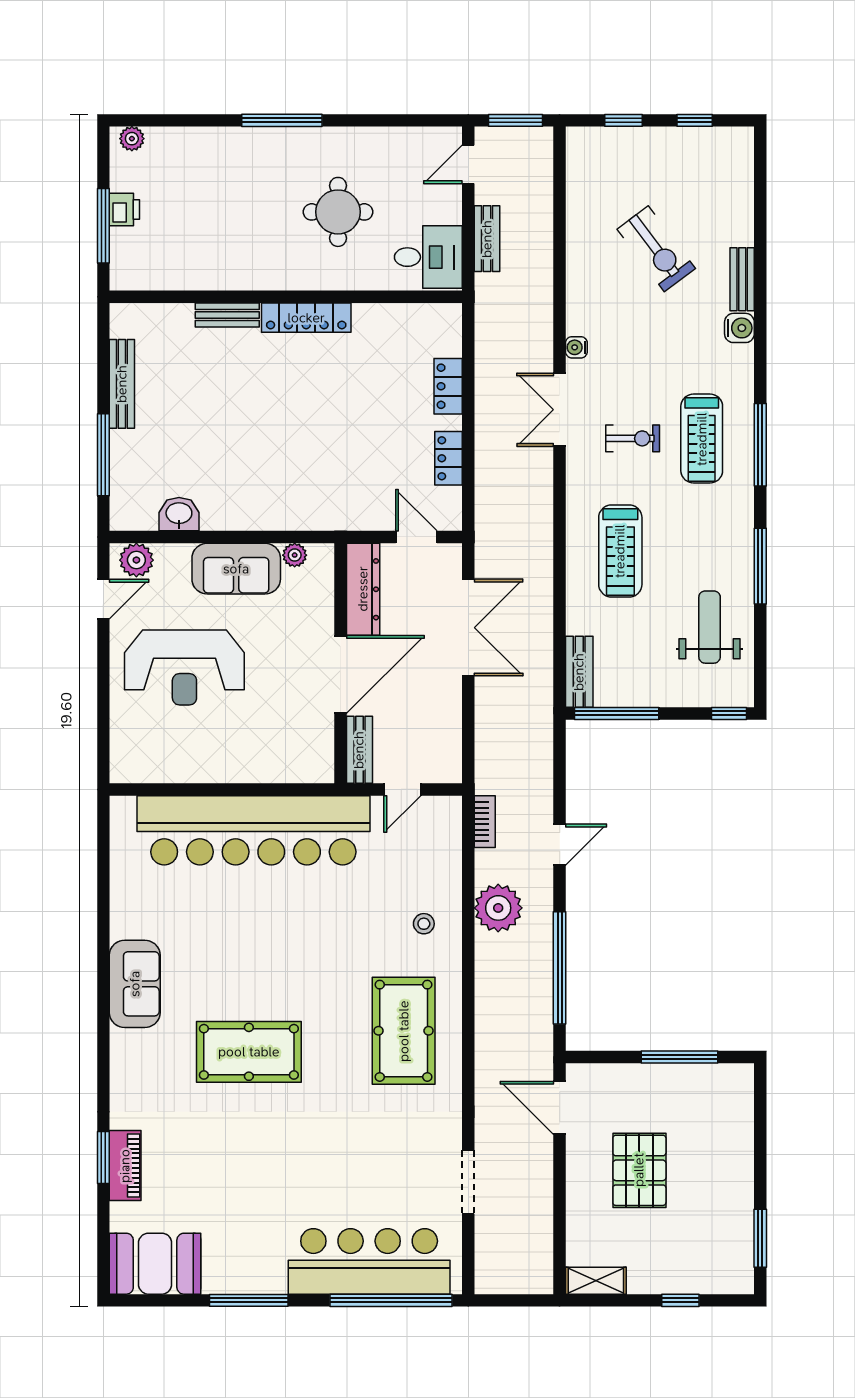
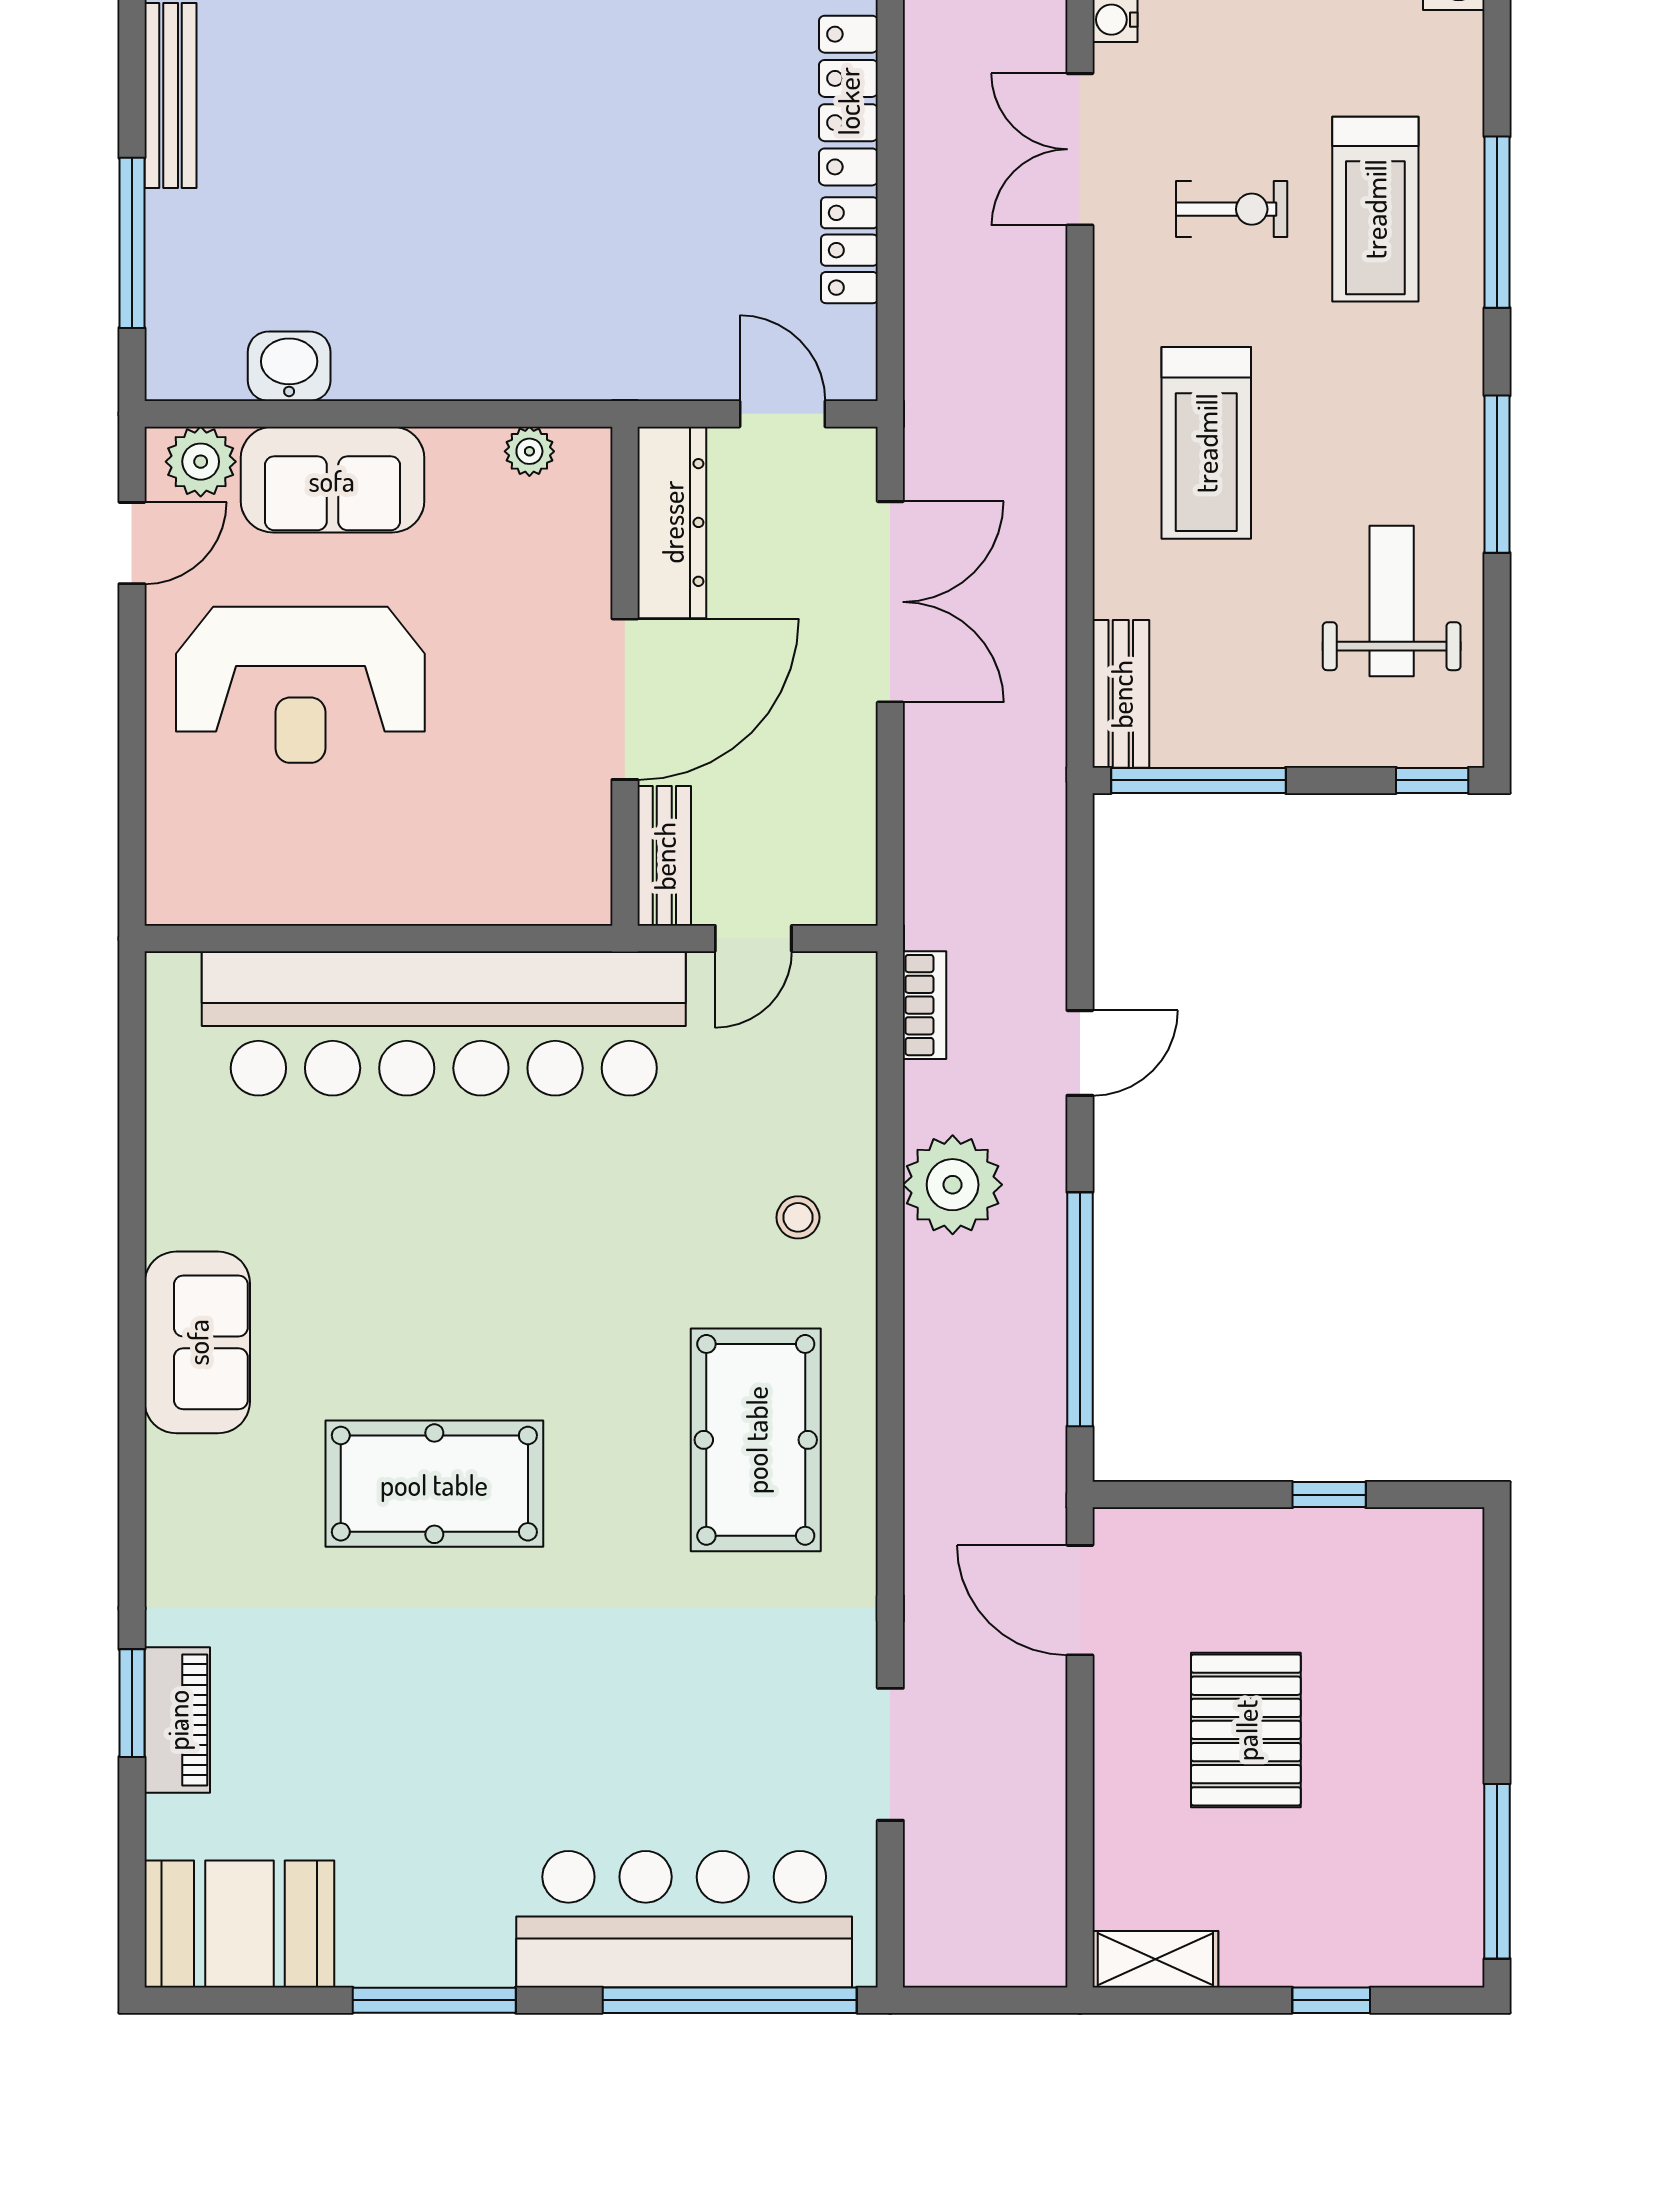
locker: (448, 386) -> (848, 101), width x1.53
sofa: (236, 569) -> (332, 480), moved
window: (679, 1057) -> (1329, 1495), width x0.46
window: (760, 1238) -> (1497, 1871), width x1.44

